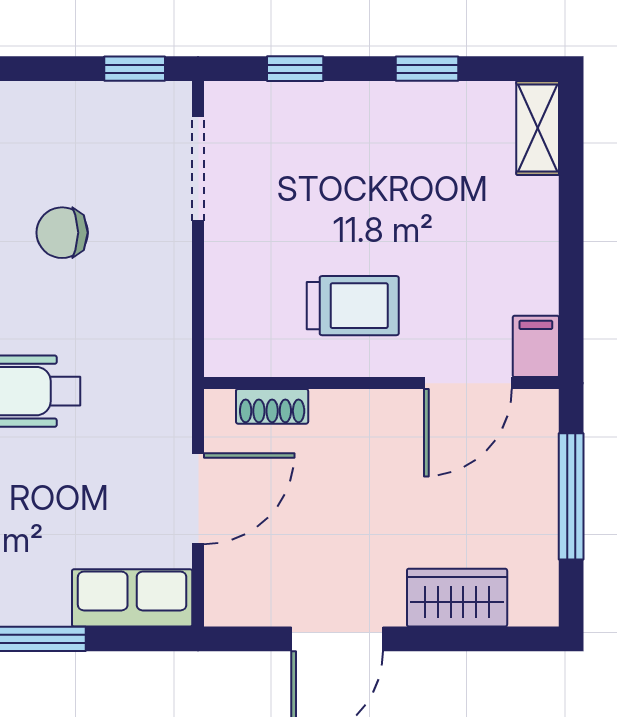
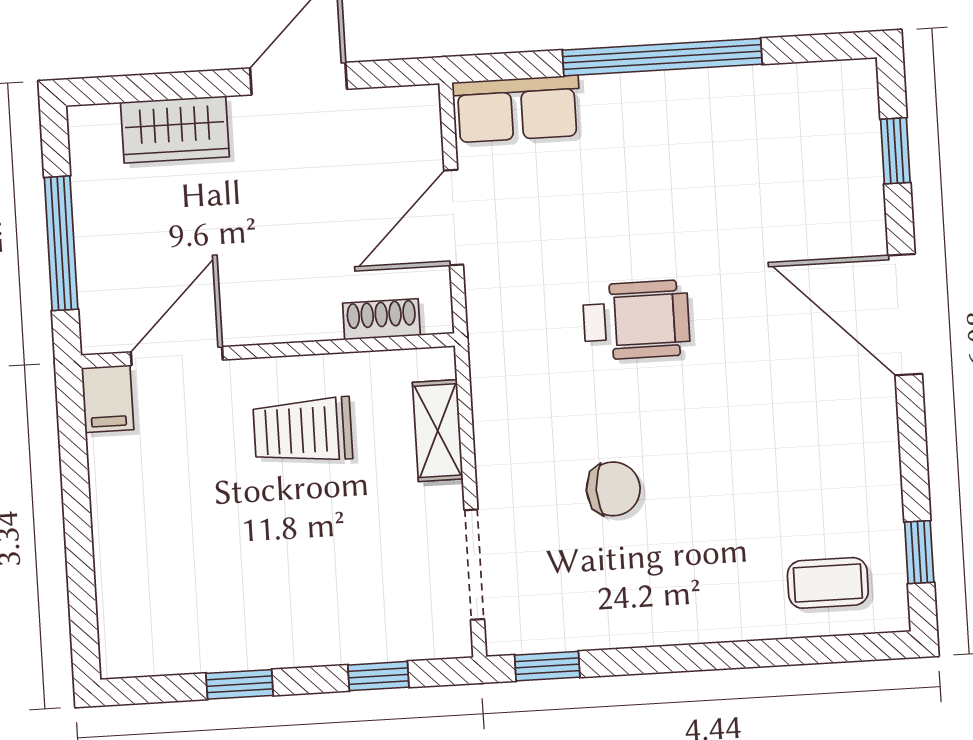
shelving: (538, 128) -> (438, 431), moved

